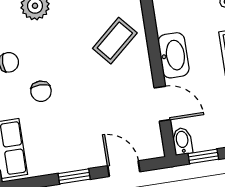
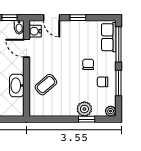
washbasin: (174, 55) -> (17, 86), moved
water cooler: (151, 138) -> (35, 31), added

